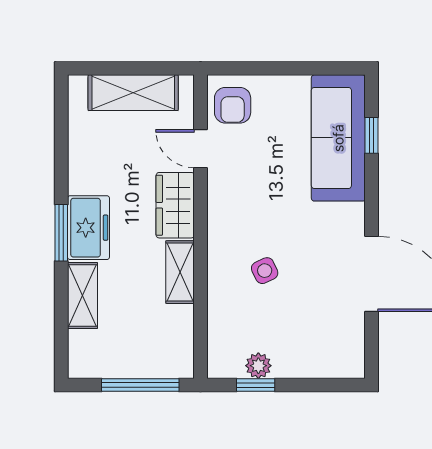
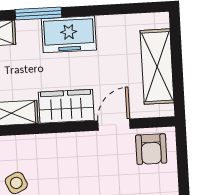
armchair: (233, 105) -> (151, 149), turned -90
freezer: (88, 228) -> (69, 34), moved

